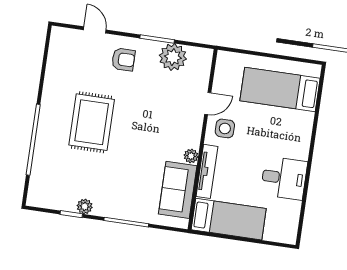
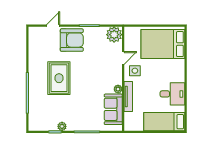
door: (95, 30) -> (53, 26), hinge flipped
plant: (173, 57) -> (114, 35), moved
armchair: (123, 59) -> (72, 40), width x1.88, depth x1.88
bed: (280, 89) -> (163, 44), width x1.50
bed: (229, 219) -> (164, 122), moved, turned 180

